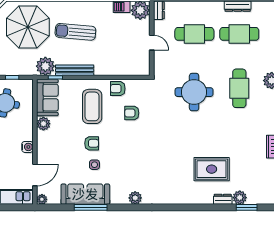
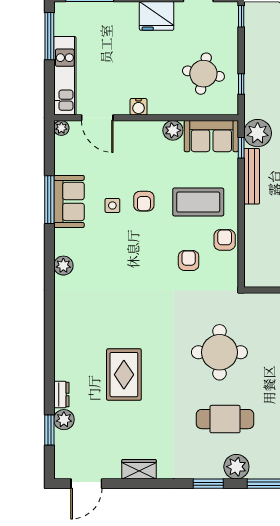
rug: (212, 169) -> (124, 375), moved
sofa: (85, 194) -> (69, 201), width x0.73

